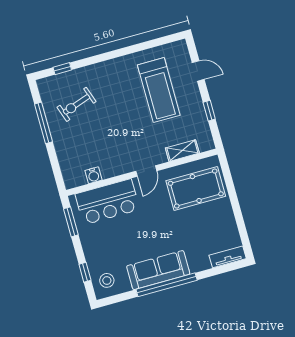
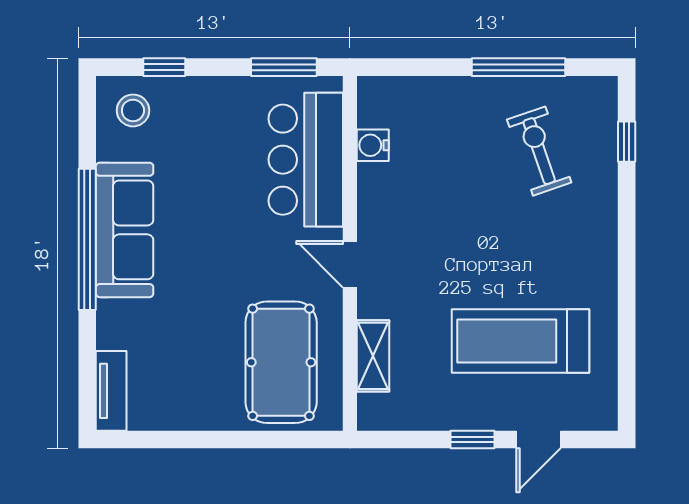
window: (209, 111) -> (472, 440), moved

